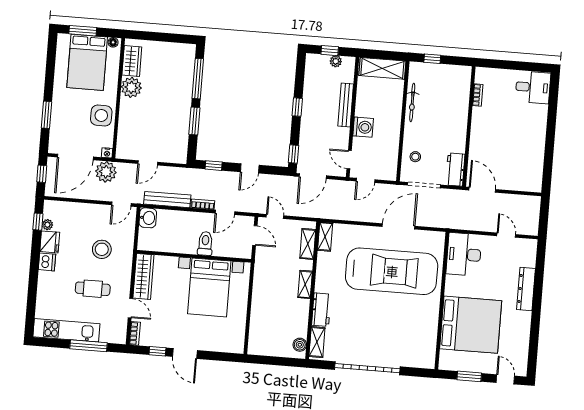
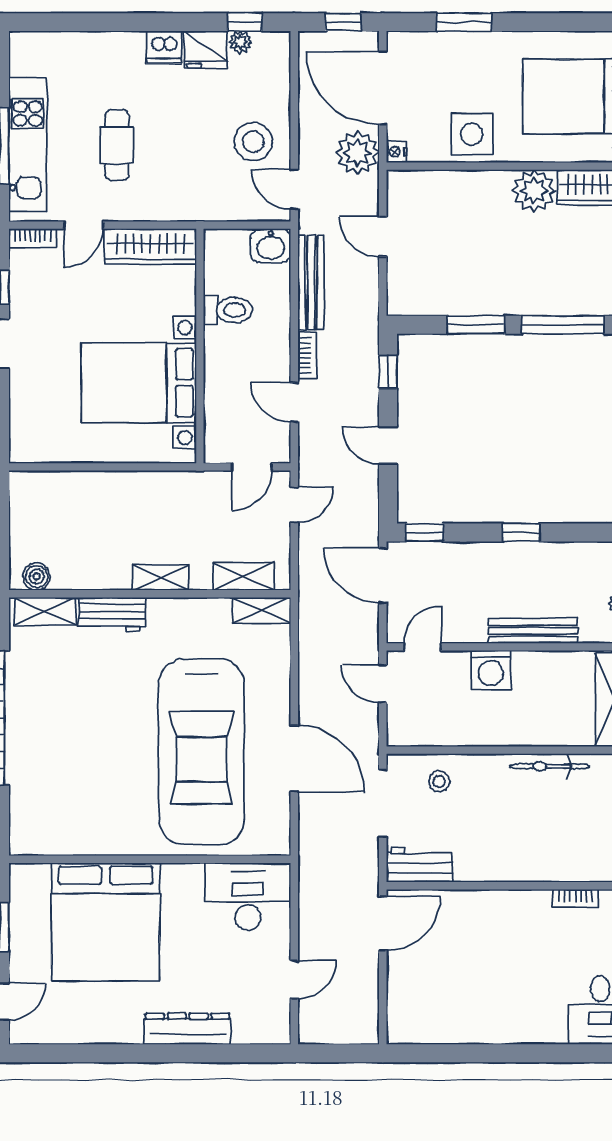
toilet: (205, 243) -> (228, 310), moved
stool: (102, 249) -> (253, 142), moved
kitchen unit: (66, 330) -> (28, 145), moved

